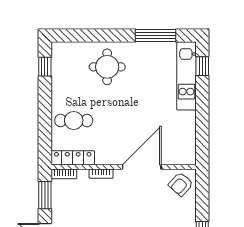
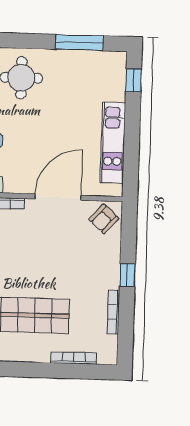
kitchen unit: (186, 76) -> (113, 143), moved

